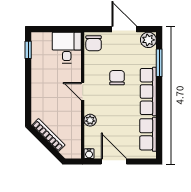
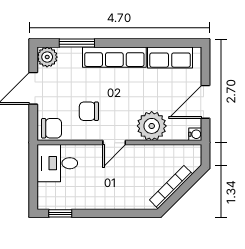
chair: (117, 78) -> (89, 111), moved
plant: (90, 120) -> (152, 126), width x1.88, depth x1.88

